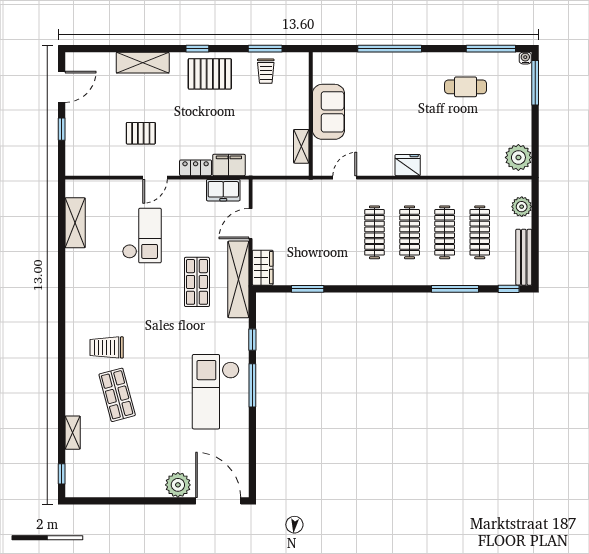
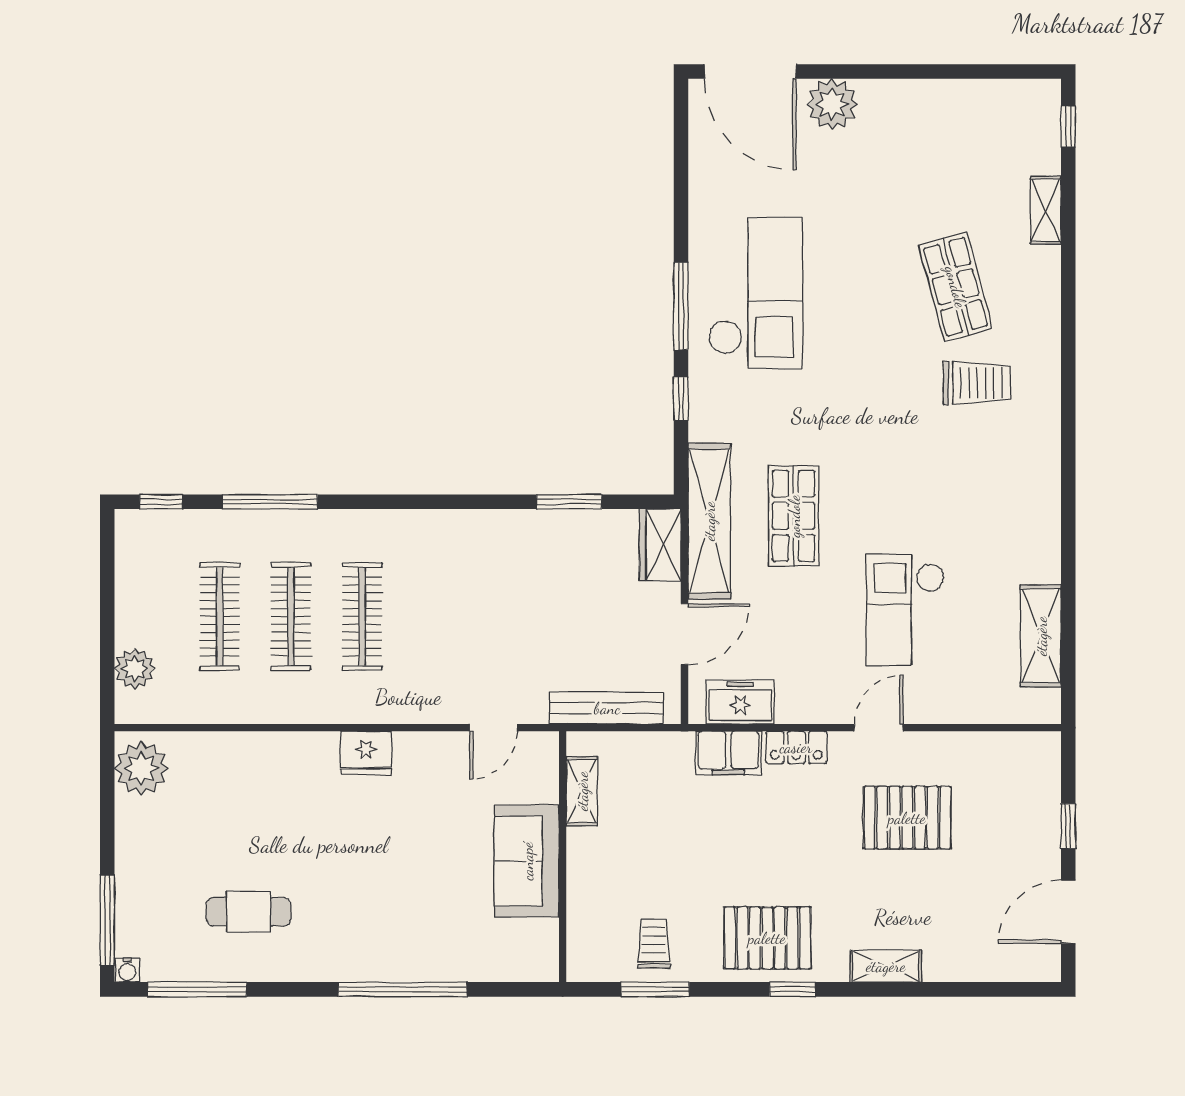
shelving: (143, 63) -> (886, 966), width x0.67, depth x0.75
pallet: (141, 133) -> (907, 818), width x1.50, depth x1.42
clothes rail: (374, 232) -> (433, 616), removed
bench: (524, 257) -> (607, 708), moved, turned 90

